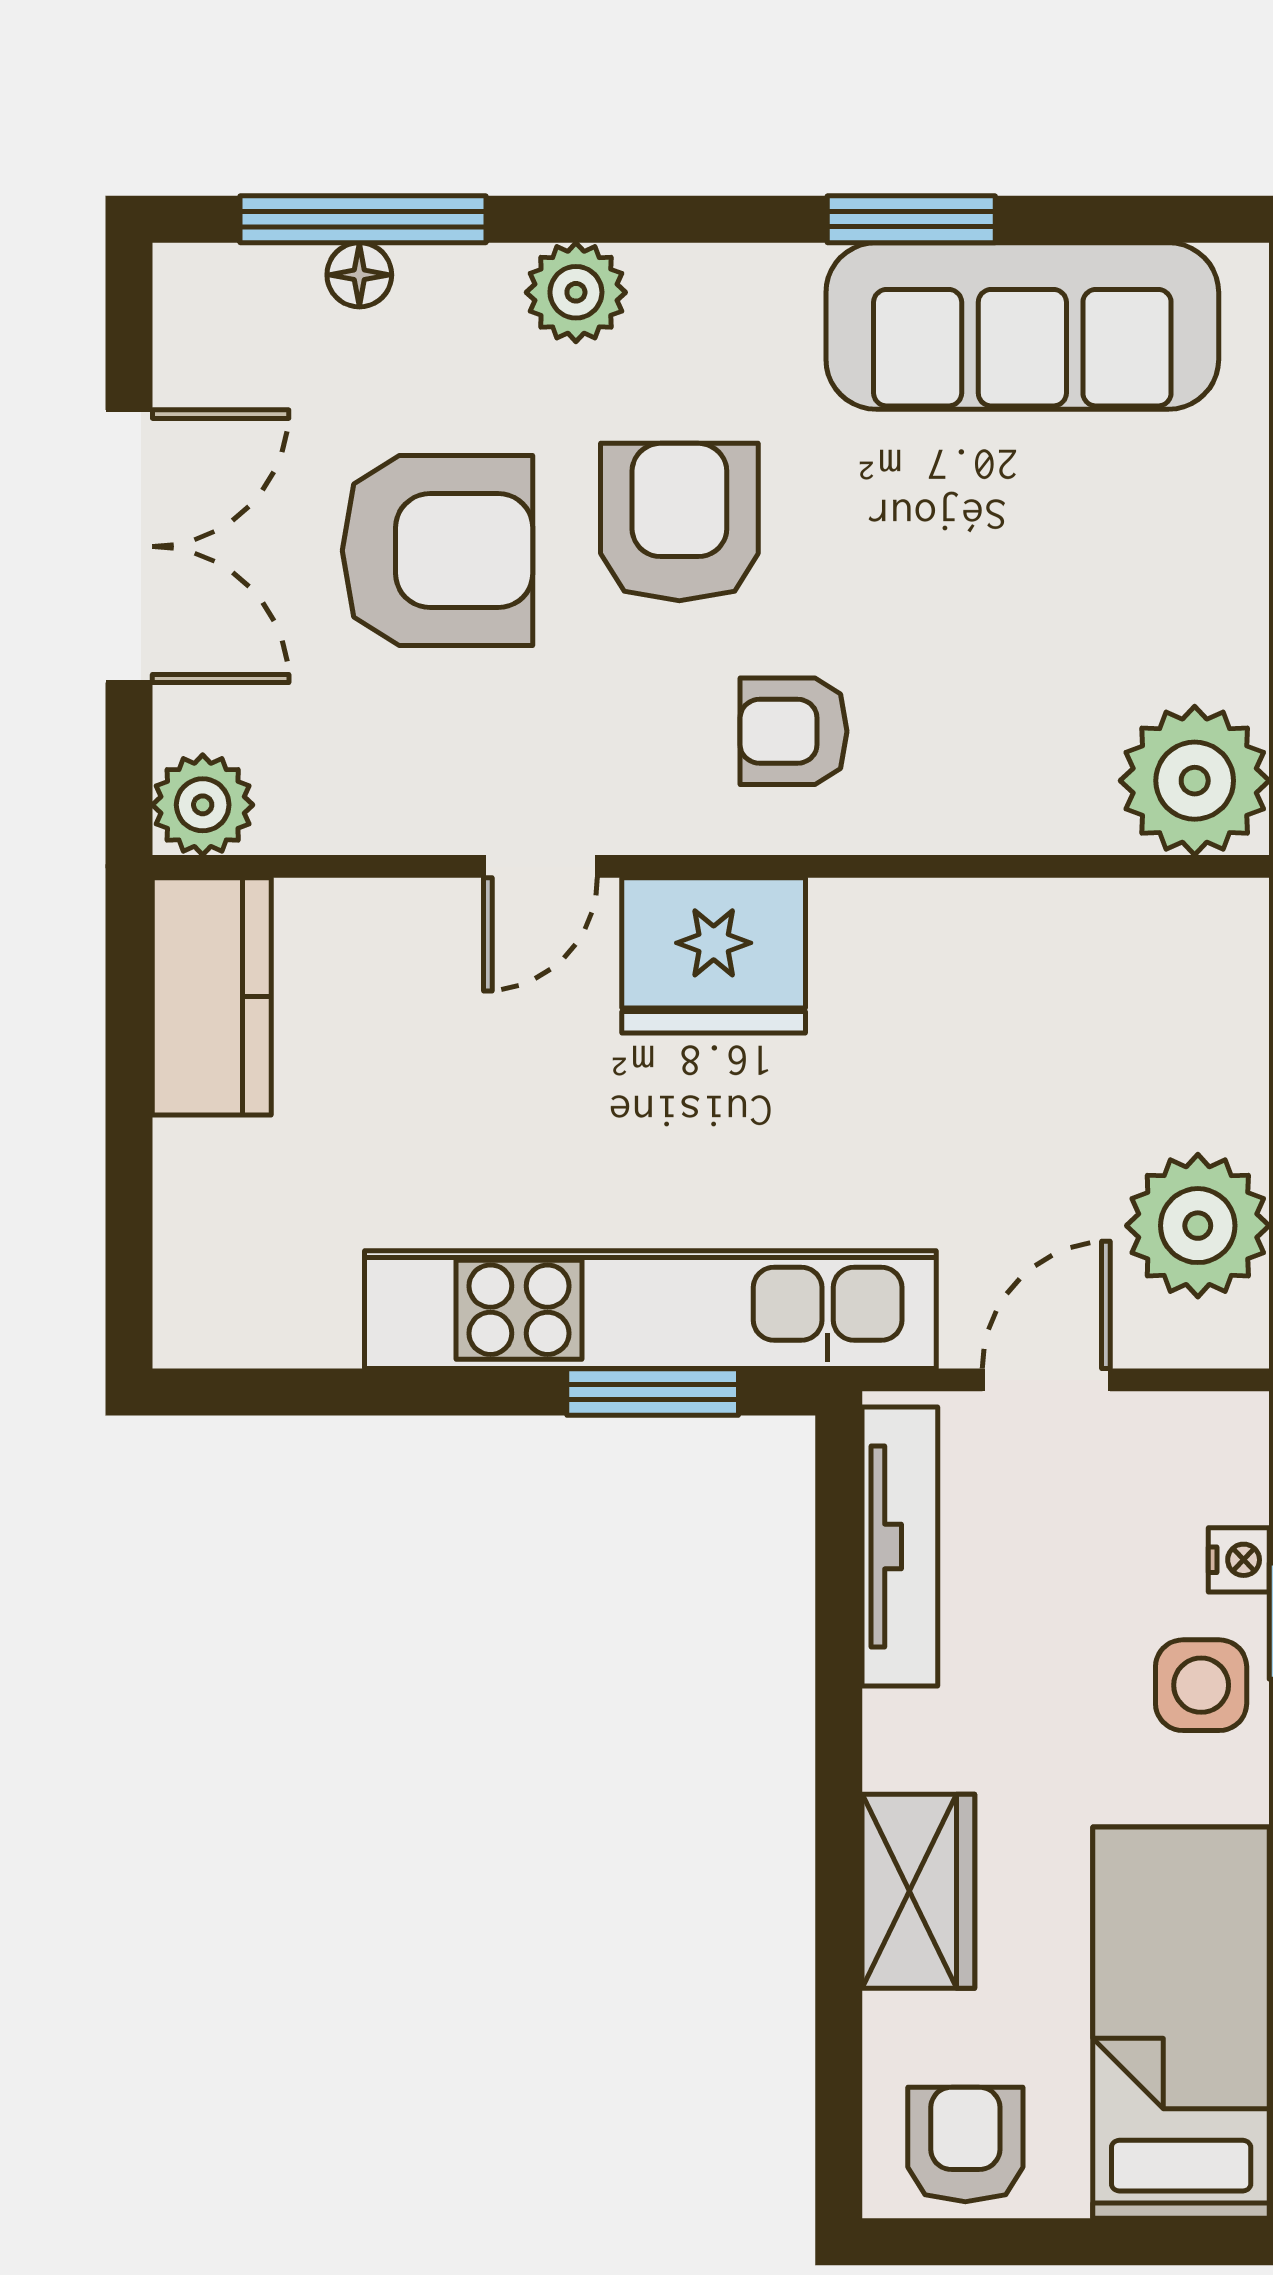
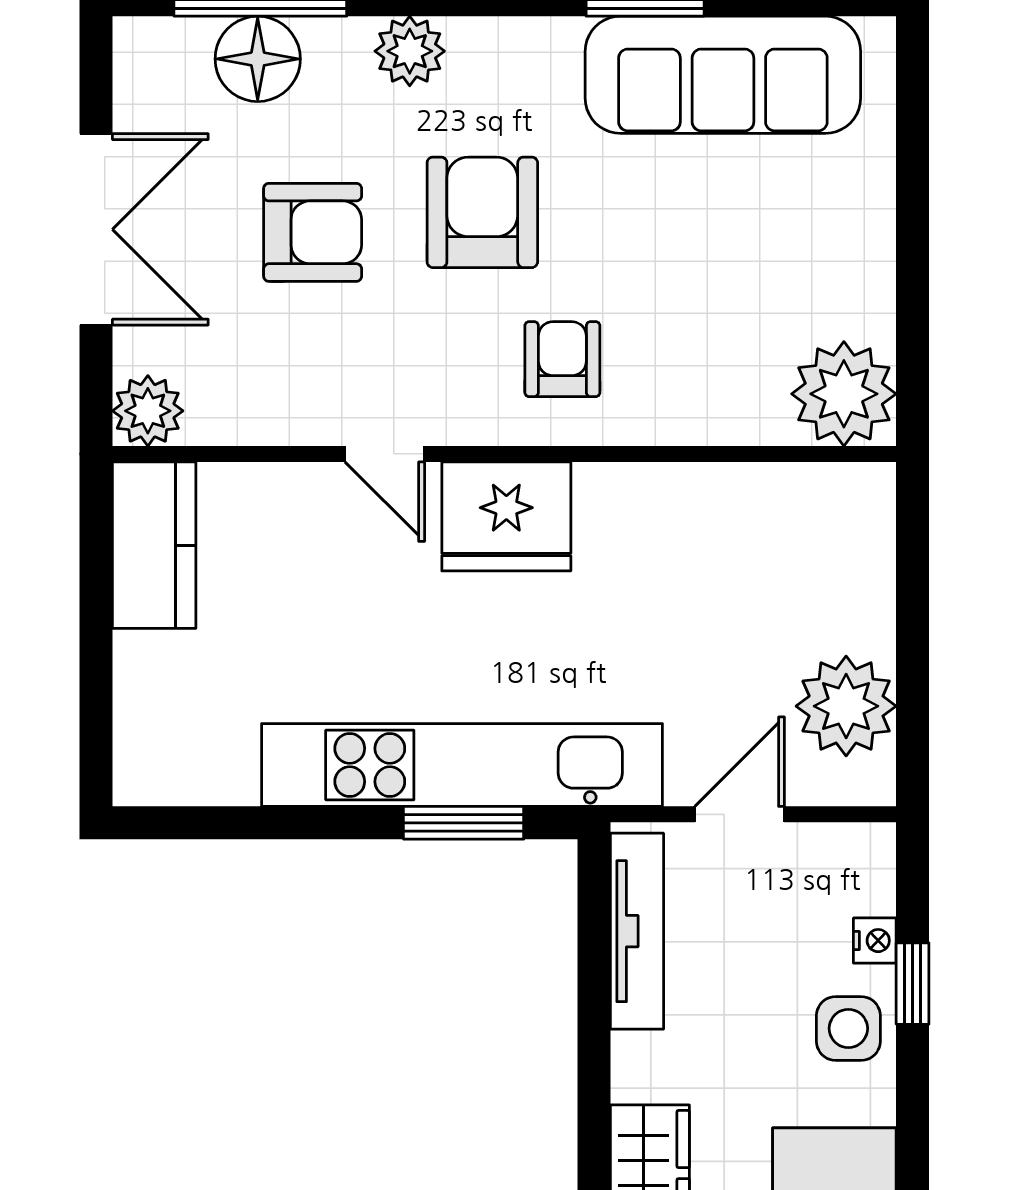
floor lamp: (359, 275) -> (258, 59), width x1.89, depth x1.89
armchair: (438, 551) -> (313, 232), width x0.73, depth x0.73
armchair: (793, 731) -> (562, 359), turned 90
door: (540, 866) -> (385, 454), hinge flipped

